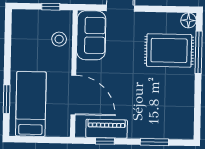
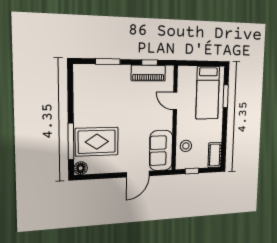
cot: (20, 25) -> (215, 155), added
door: (73, 95) -> (175, 101), width x0.53

